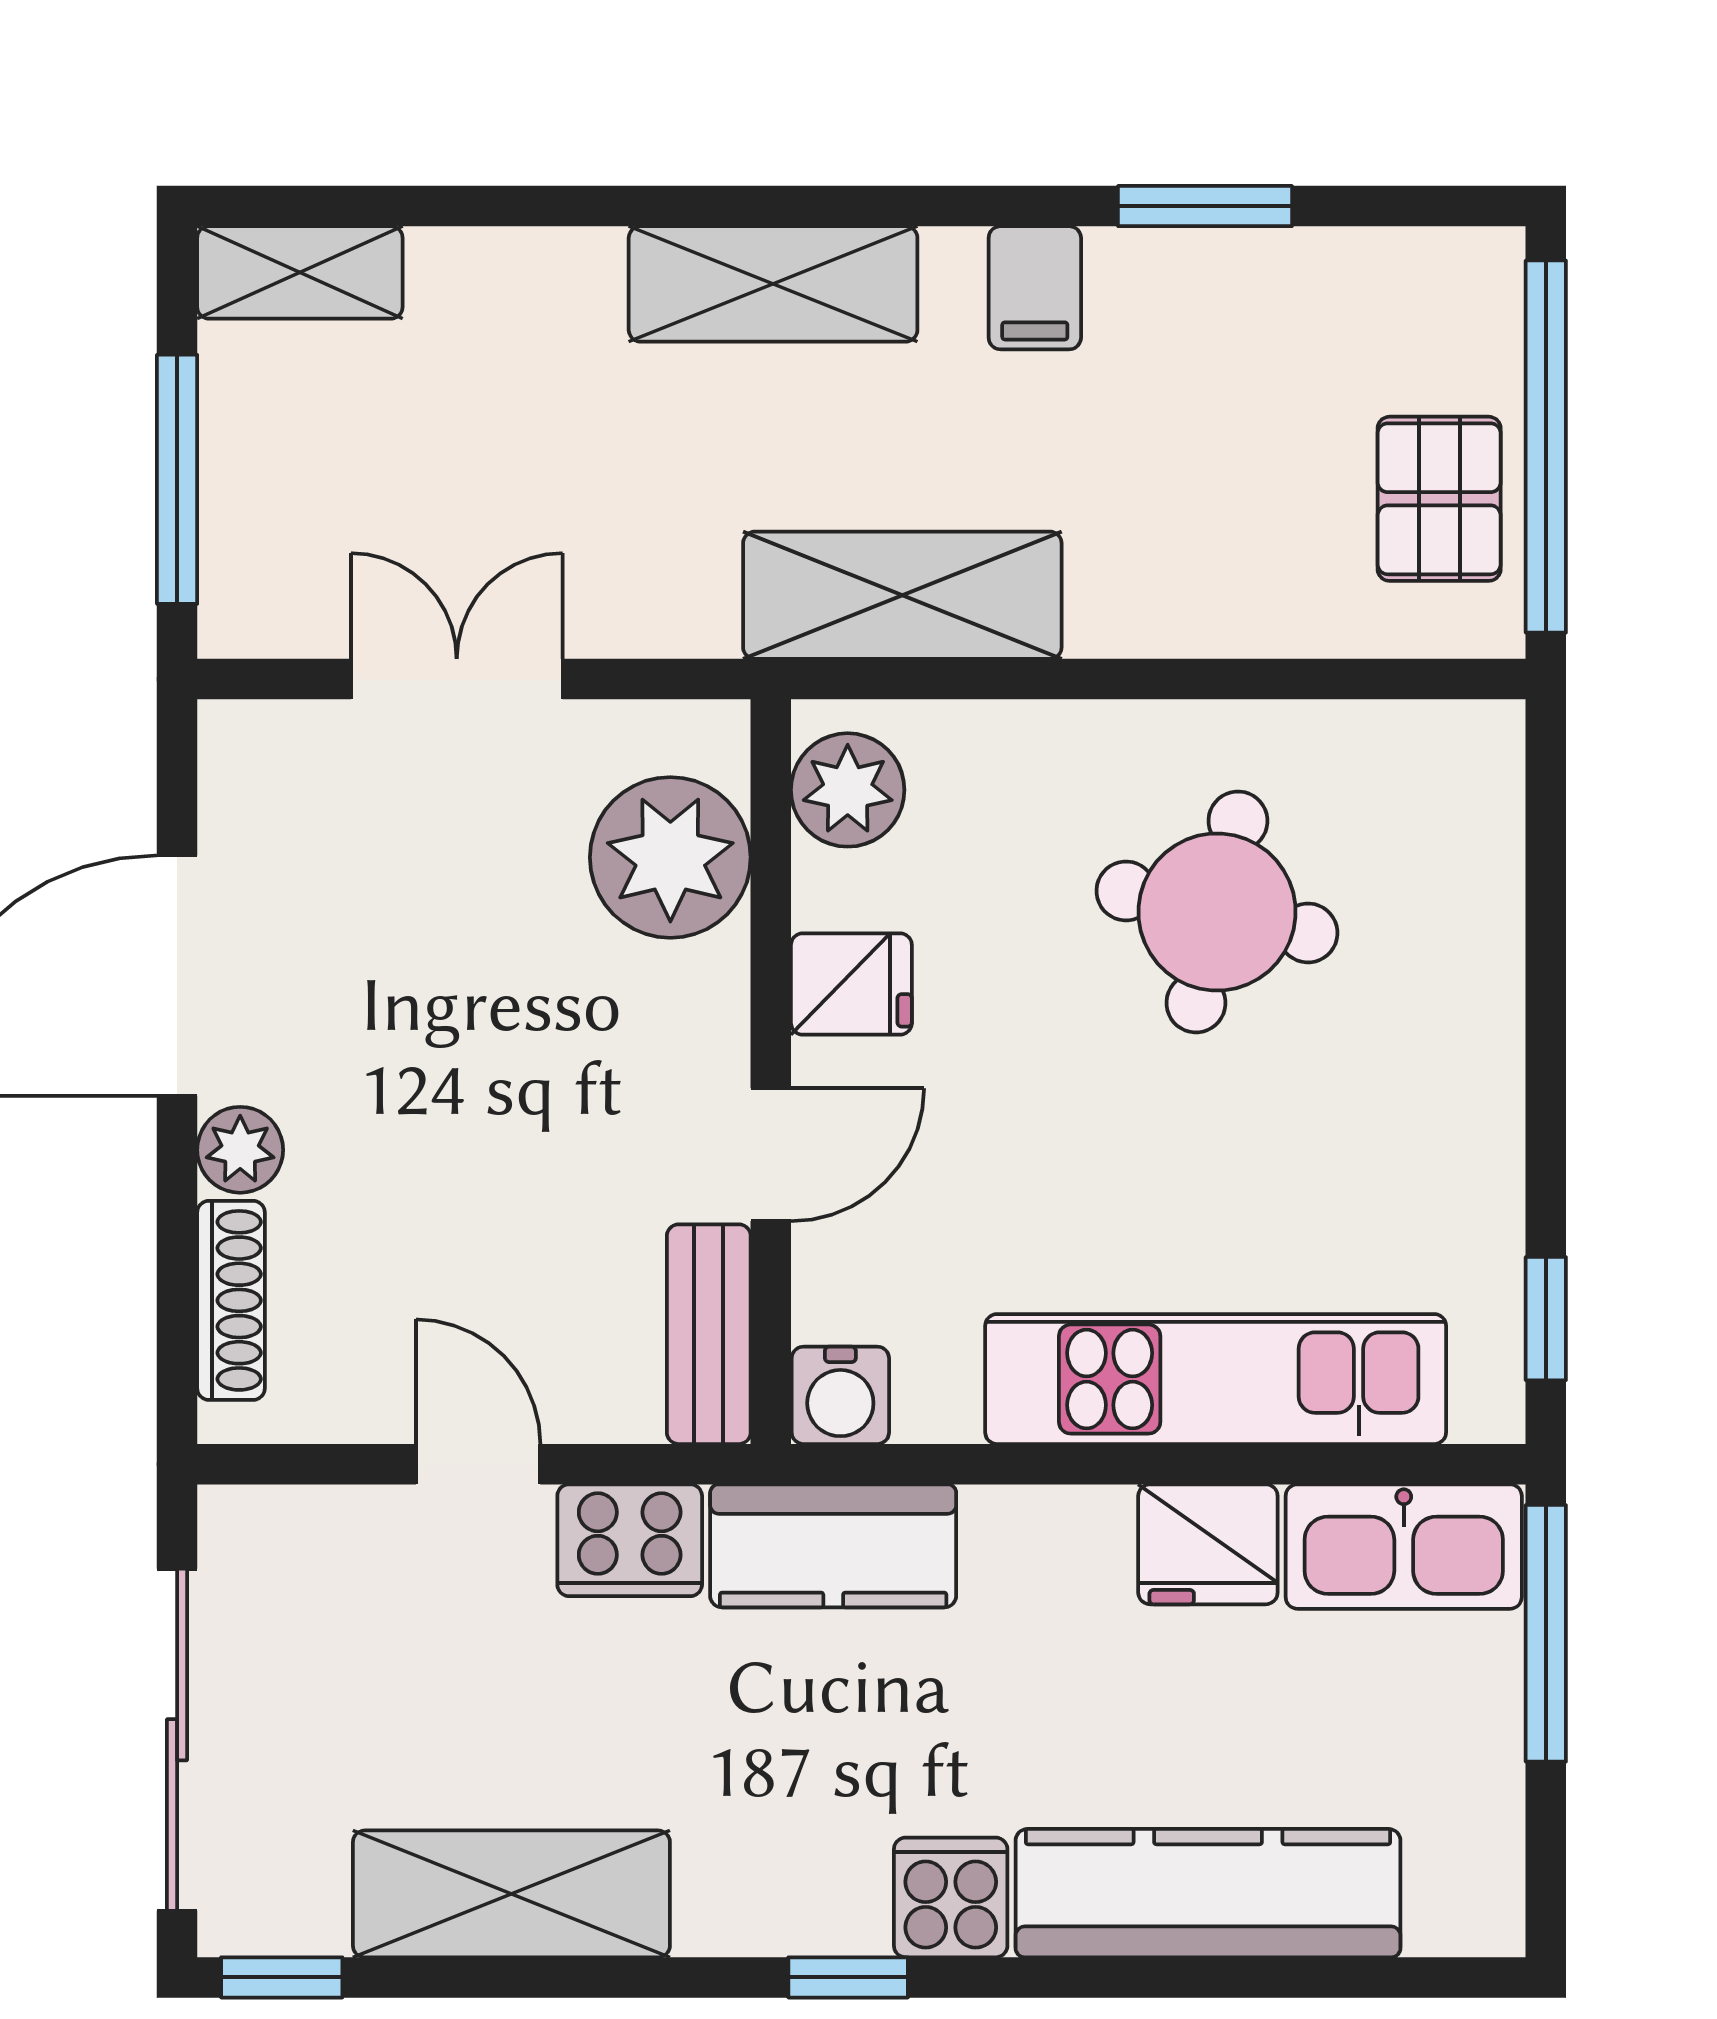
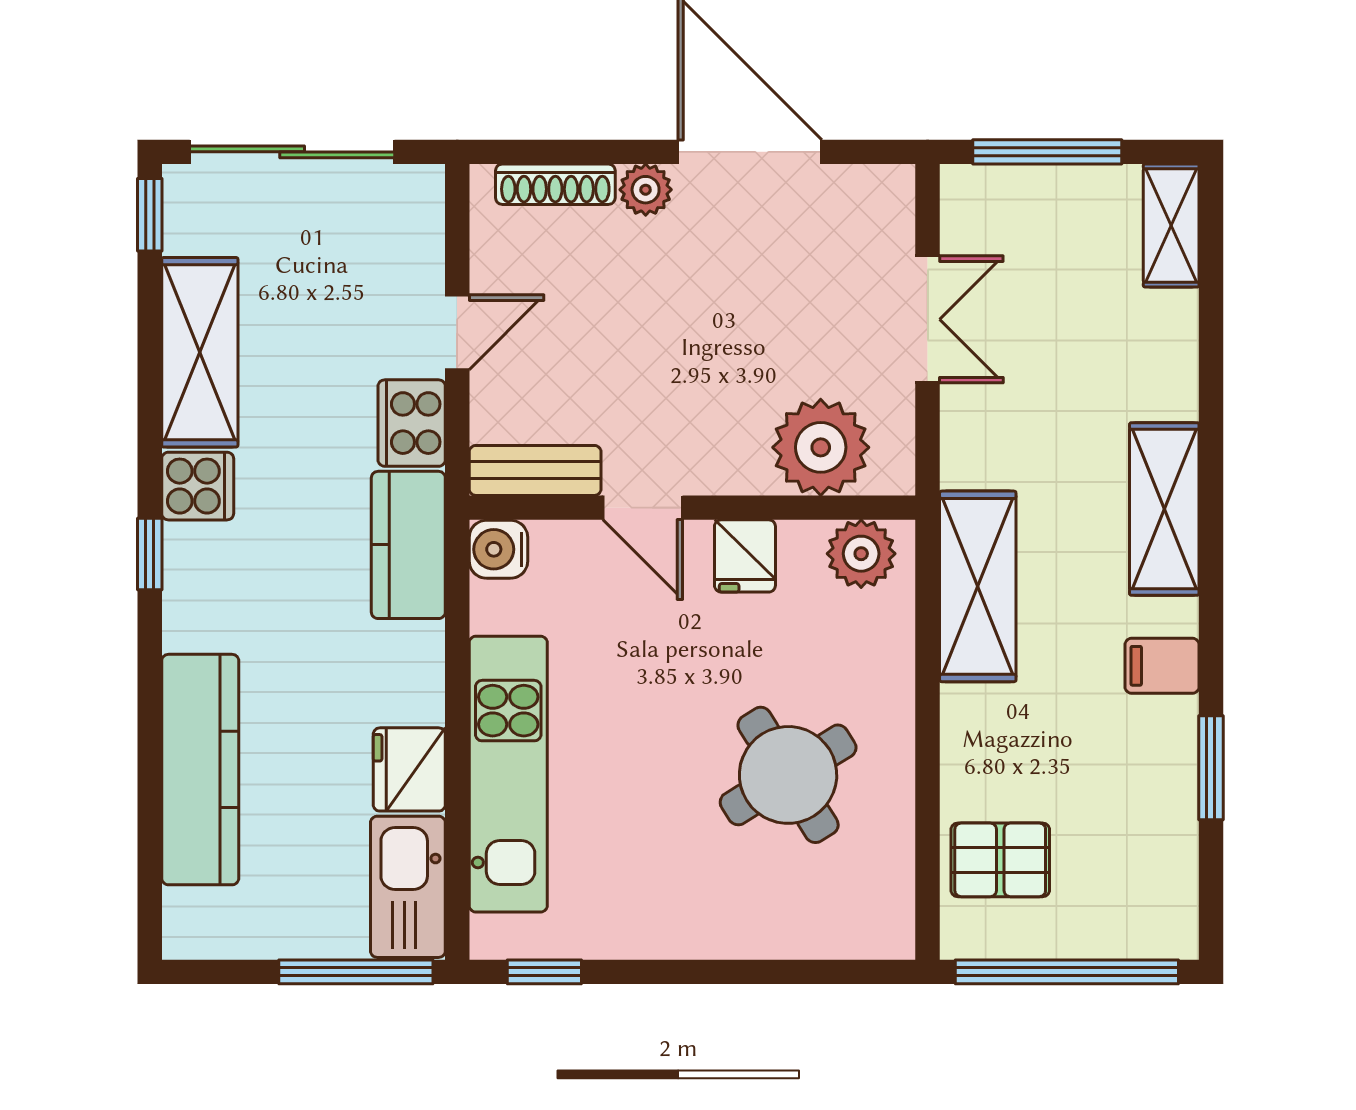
pallet: (1439, 499) -> (1000, 860), moved
round table: (1217, 912) -> (788, 775), turned 45
cooker: (951, 1897) -> (198, 486), moved

